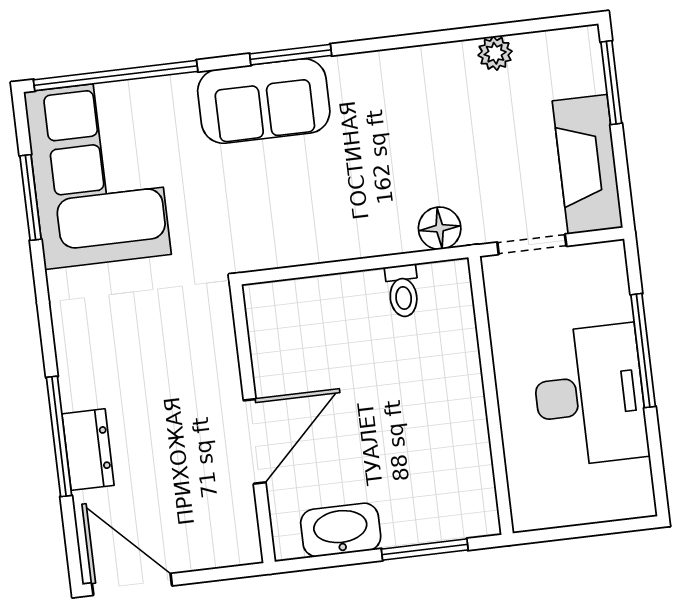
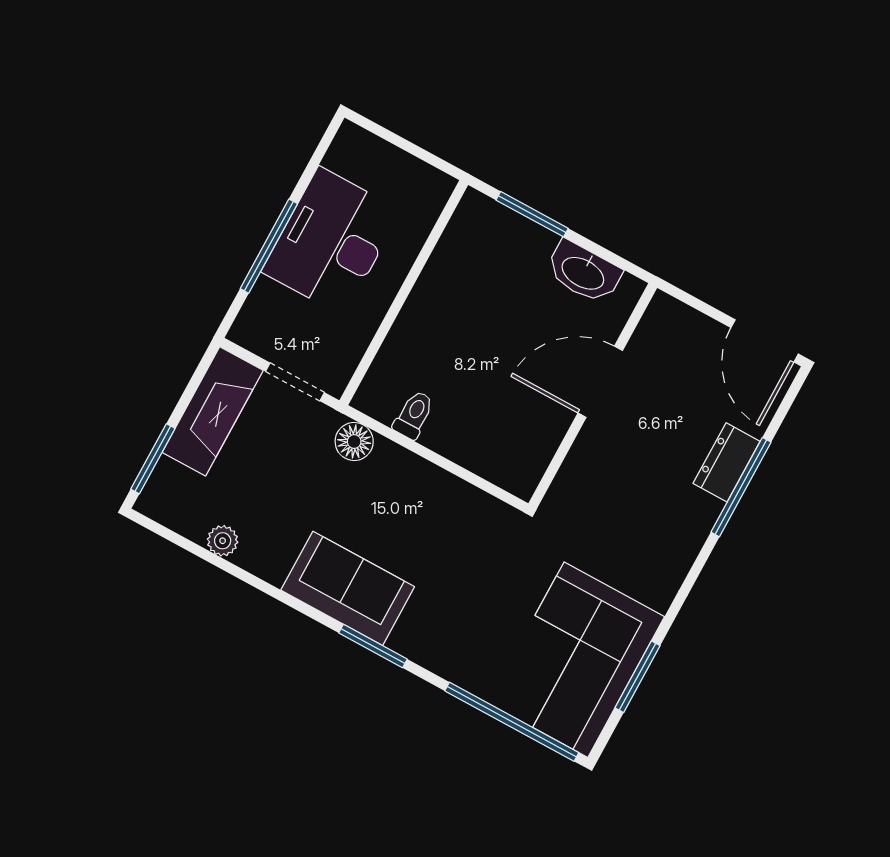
sofa: (264, 101) -> (348, 588), moved

